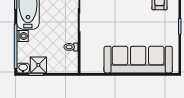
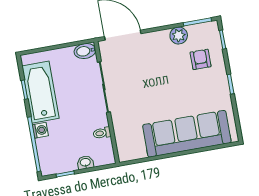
shower: (38, 65) -> (66, 162), removed
washbasin: (23, 68) -> (85, 163), moved

